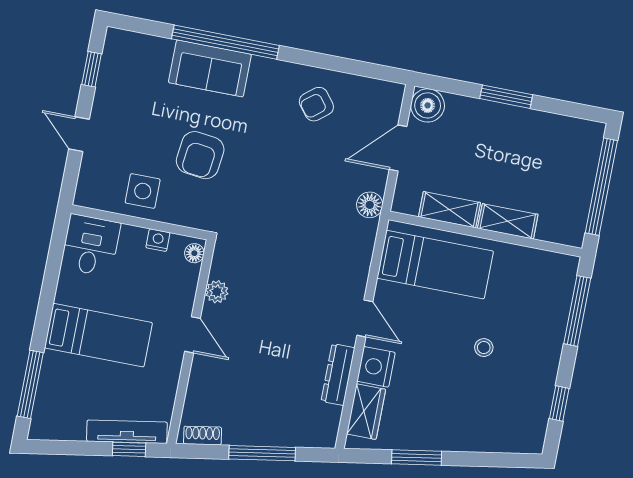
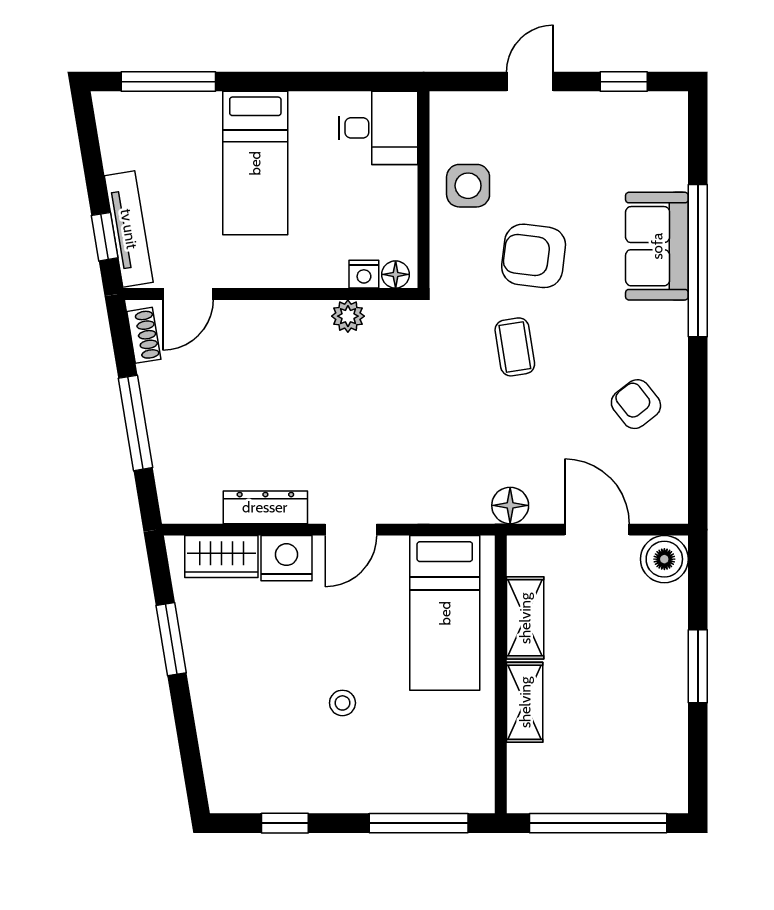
coffee table: (261, 180) -> (515, 347), added
nightstand: (158, 240) -> (364, 274), moved, turned 90
door: (192, 335) -> (188, 294), moved

